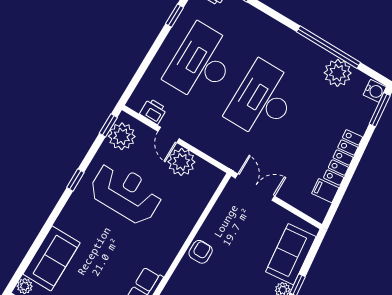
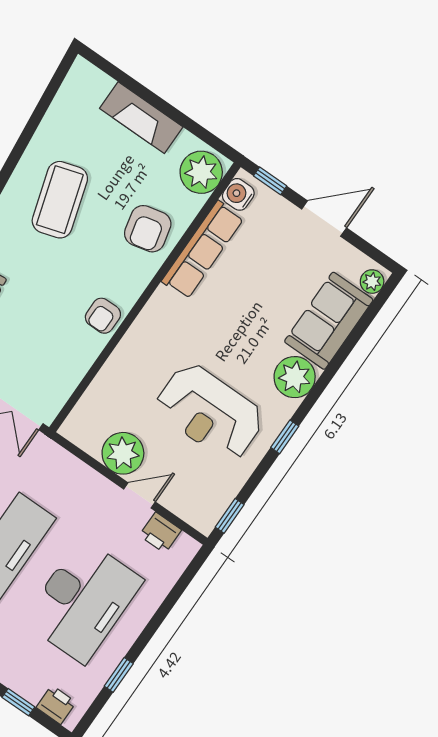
door: (169, 135) -> (140, 495), hinge flipped
plant: (122, 136) -> (295, 377), moved

